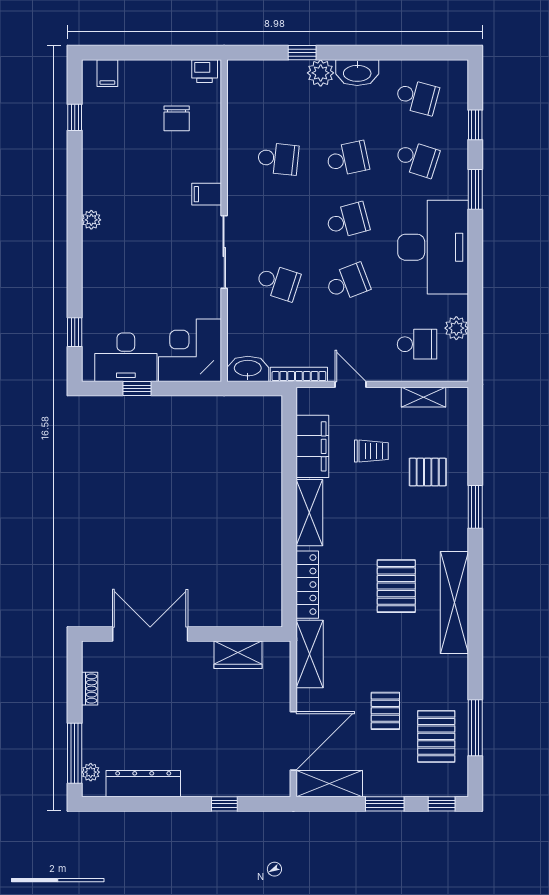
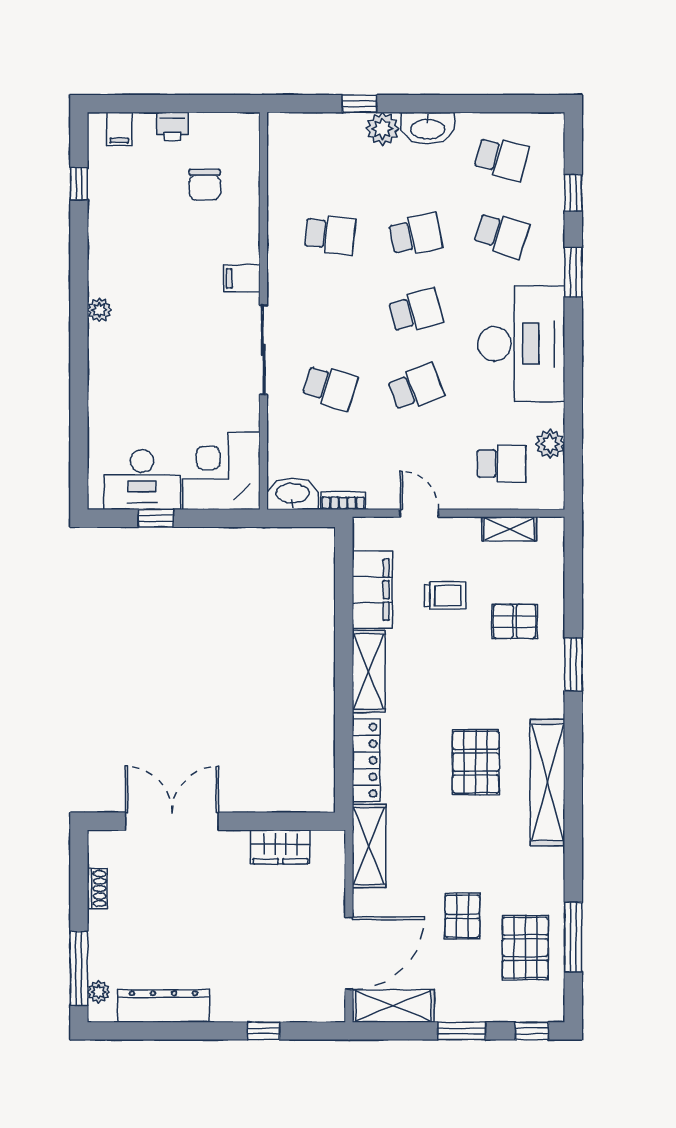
printer: (205, 71) -> (172, 126), moved
window: (75, 332) -> (79, 449), removed
bookcase: (299, 374) -> (343, 501), width x0.64

